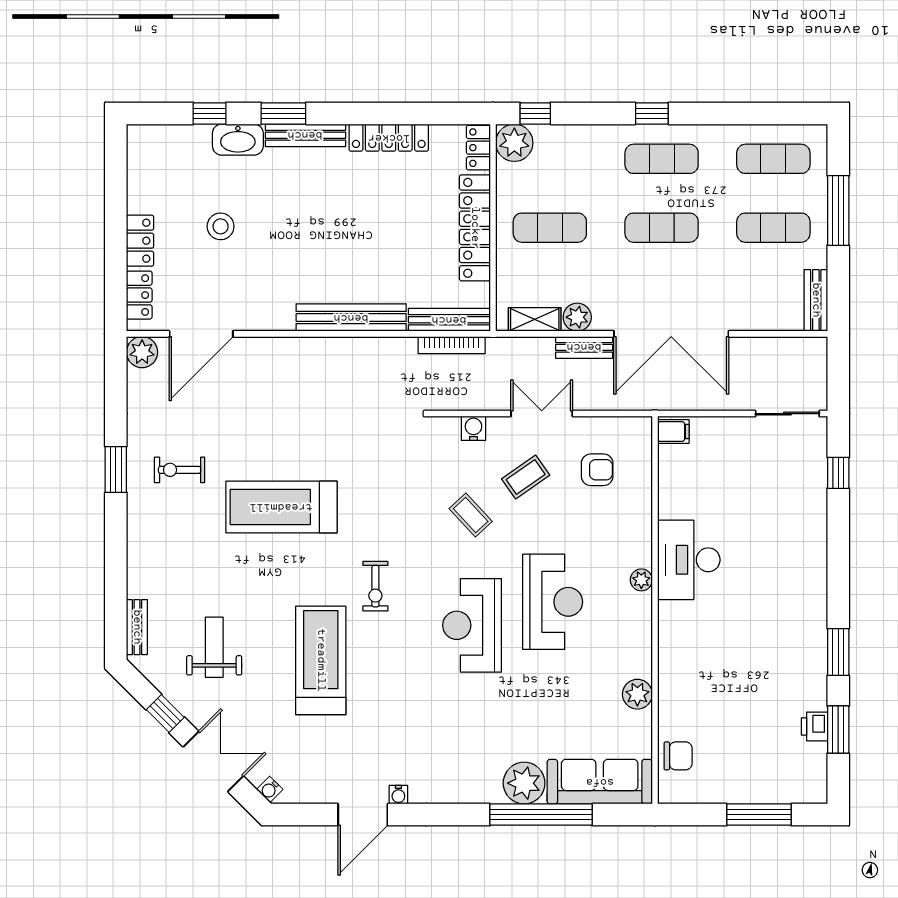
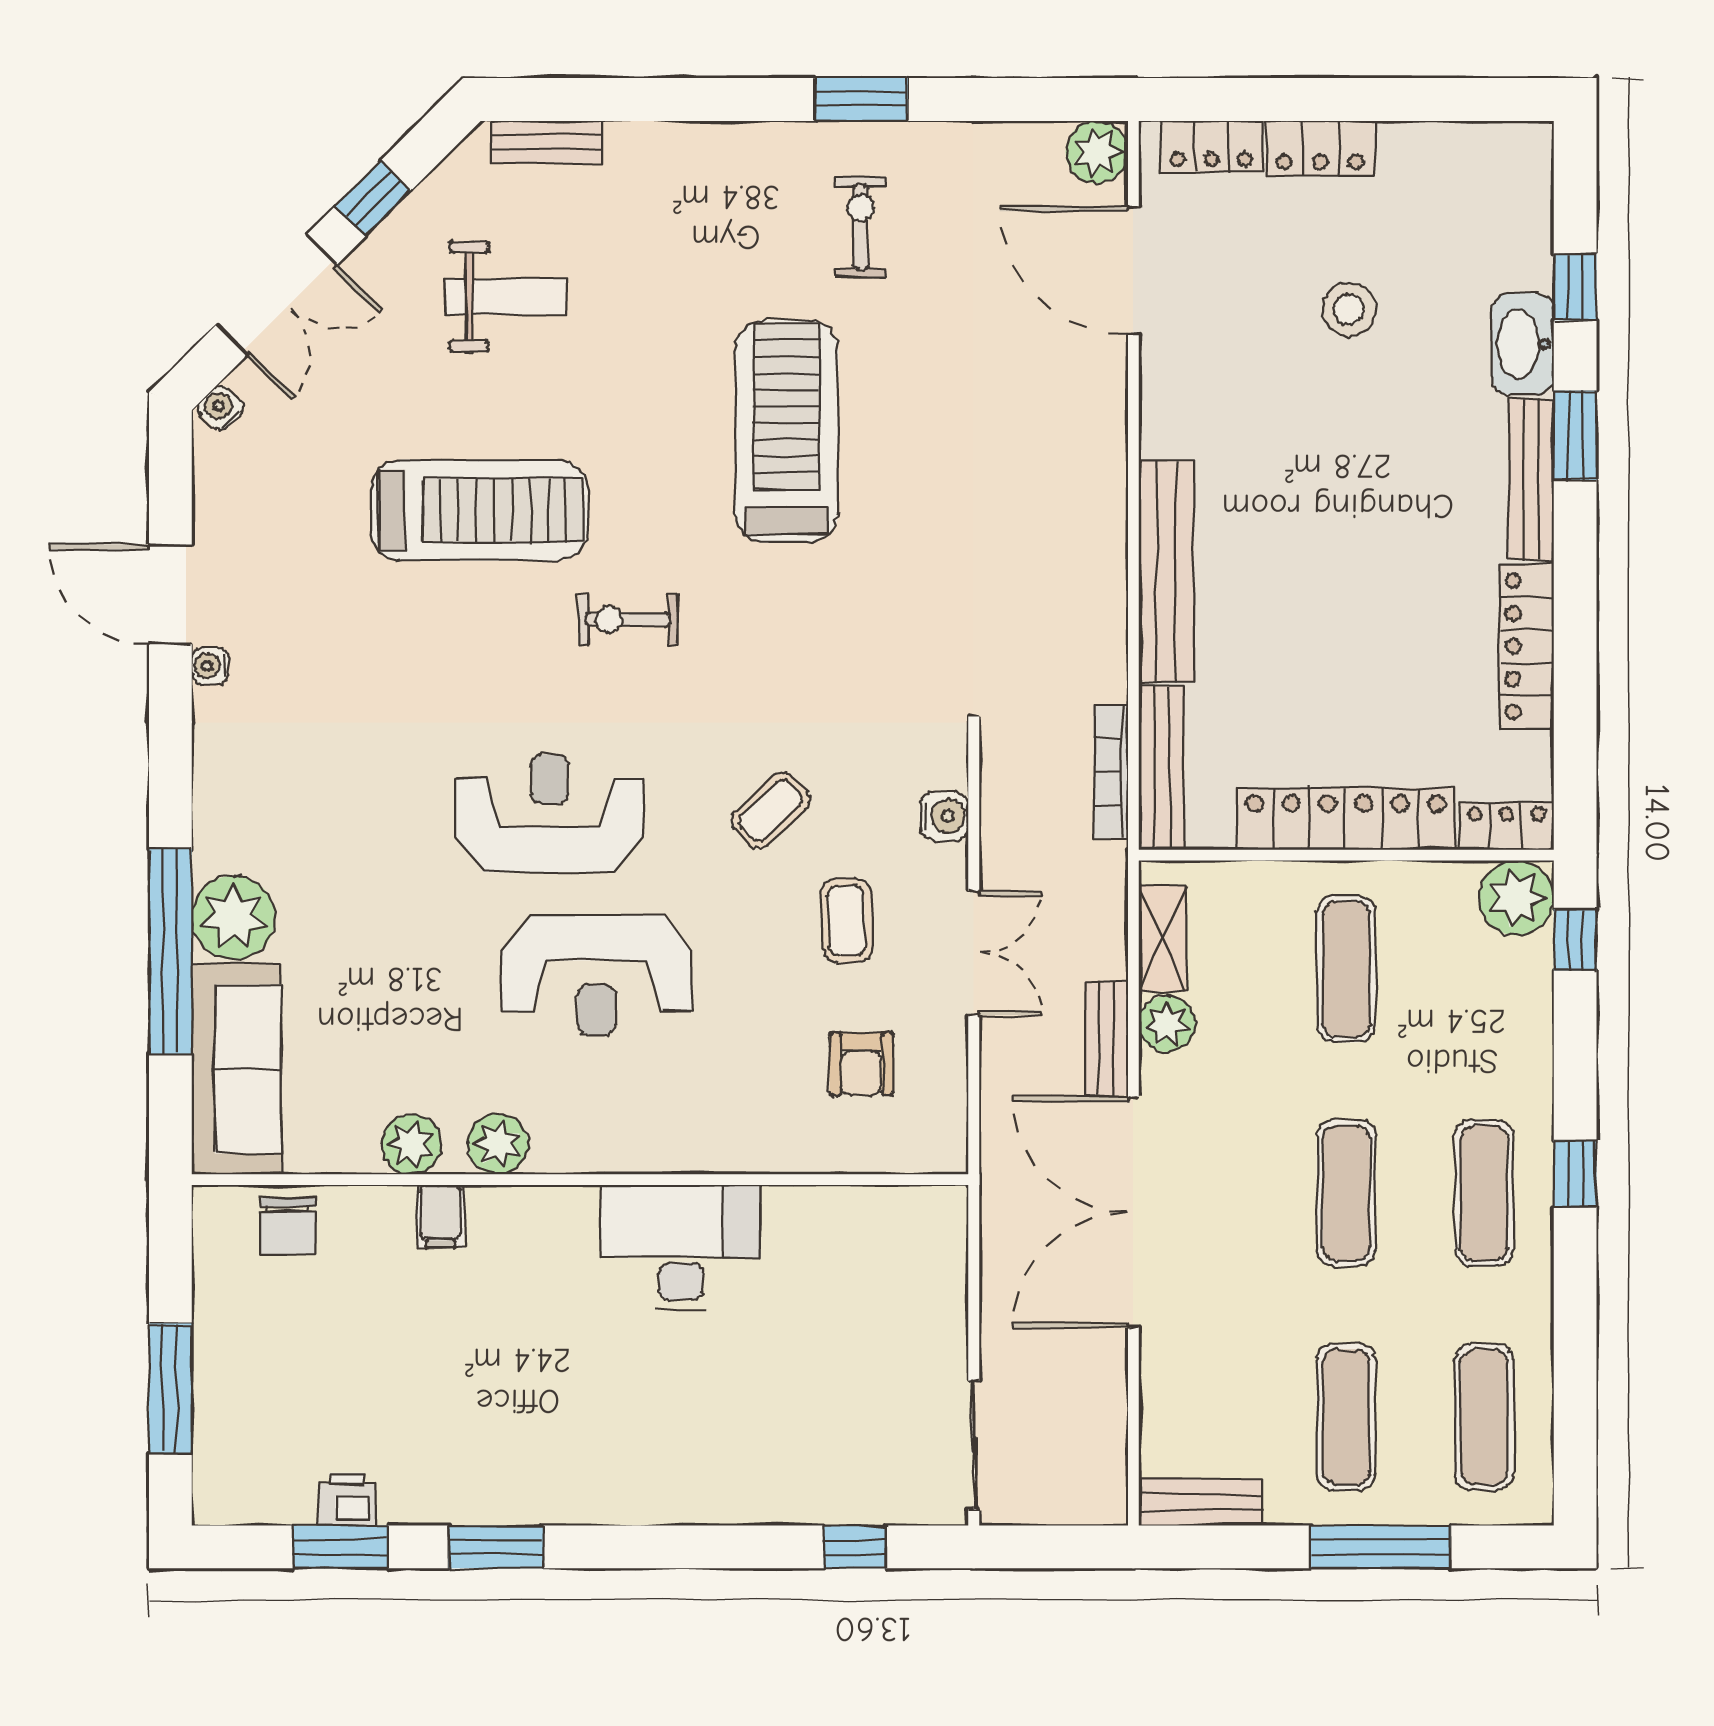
filing cabinet: (673, 432) -> (441, 1217), moved
coffee table: (526, 477) -> (847, 921), turned 32
plant: (641, 580) -> (498, 1144), moved, width x1.38, depth x1.38

